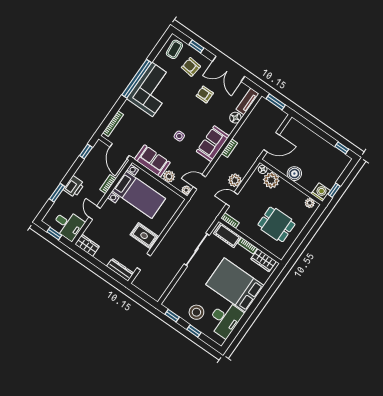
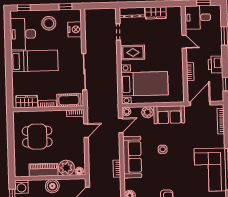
sofa: (213, 144) -> (132, 157), width x1.36
door: (119, 151) -> (200, 104), hinge flipped
plant: (235, 180) -> (94, 147), removed
printer: (74, 187) -> (215, 64), moved
piano: (292, 193) -> (43, 170), added
bed with nightstands: (139, 195) -> (145, 84), moved, turned 180
plant: (310, 203) -> (24, 172), removed
wardrobe: (87, 245) -> (156, 13), moved
bed: (235, 285) -> (35, 61), width x0.67
nightstand: (179, 291) -> (75, 29), added
window: (194, 331) -> (24, 8), moved

